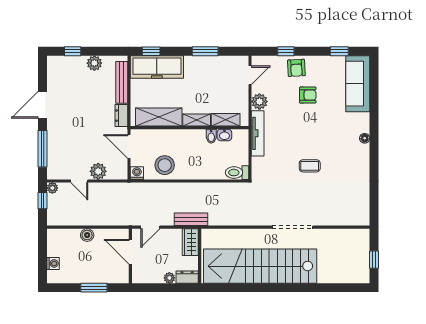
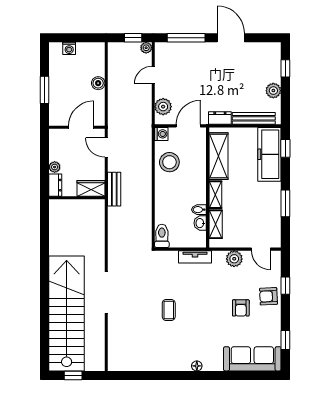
tv unit: (258, 133) -> (195, 257), width x0.71
plant: (98, 171) -> (163, 107), moved
stairs: (260, 266) -> (67, 313), moved

